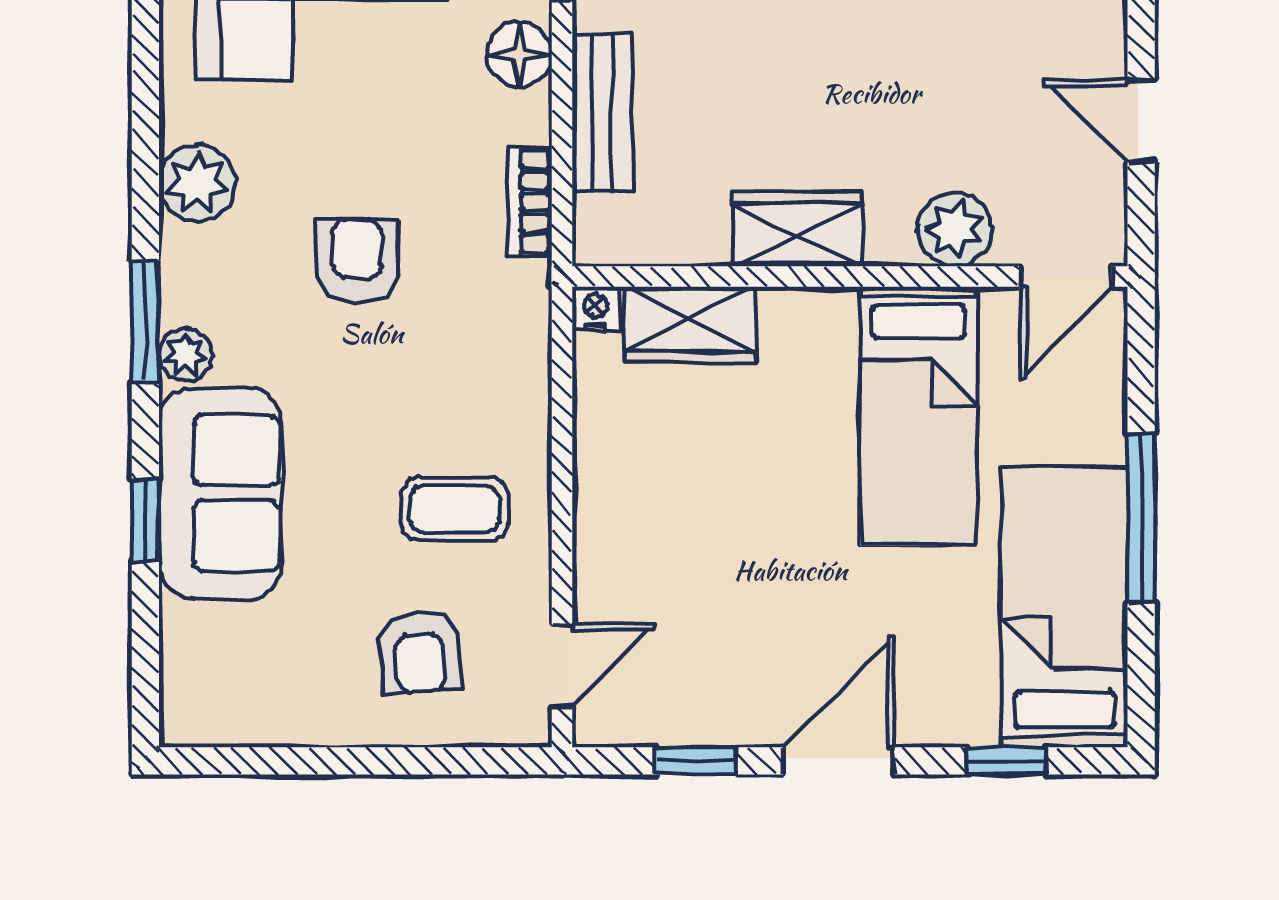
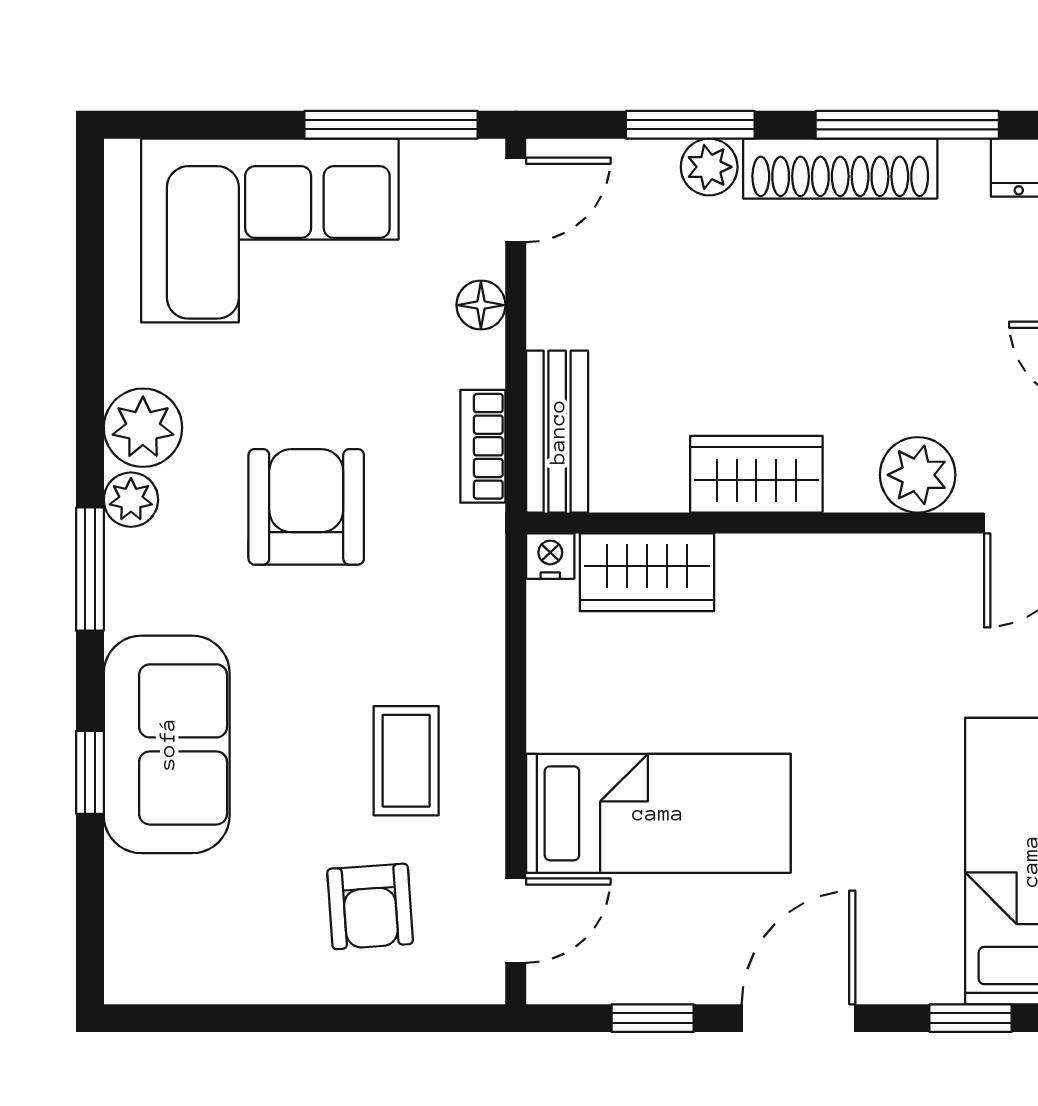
floor lamp: (519, 55) -> (481, 305), width x0.73, depth x0.73
bench: (602, 113) -> (557, 432), moved
armchair: (357, 261) -> (306, 507), width x1.38, depth x1.38
plant: (185, 355) -> (131, 500), moved
bed: (919, 416) -> (658, 813), moved, turned -90
coffee table: (455, 509) -> (406, 761), turned 90

